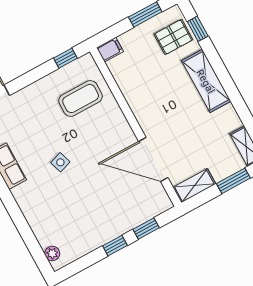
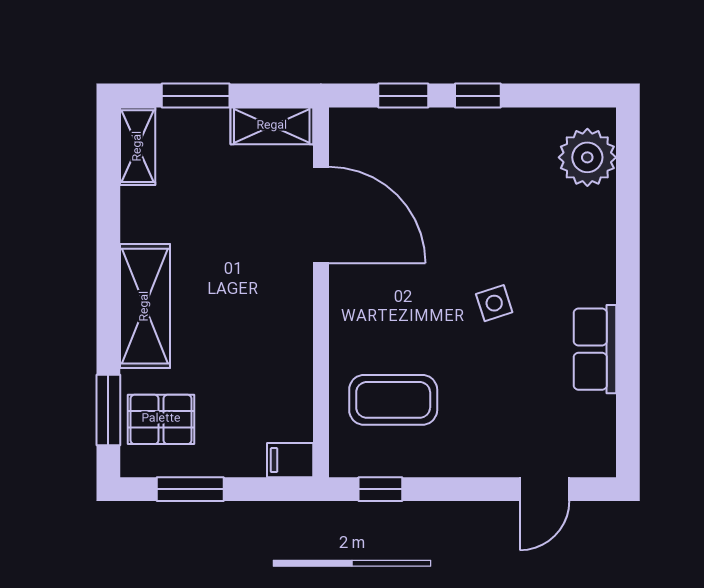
window: (198, 29) -> (108, 410), width x1.50
plant: (52, 254) -> (587, 157), width x1.88, depth x1.88

